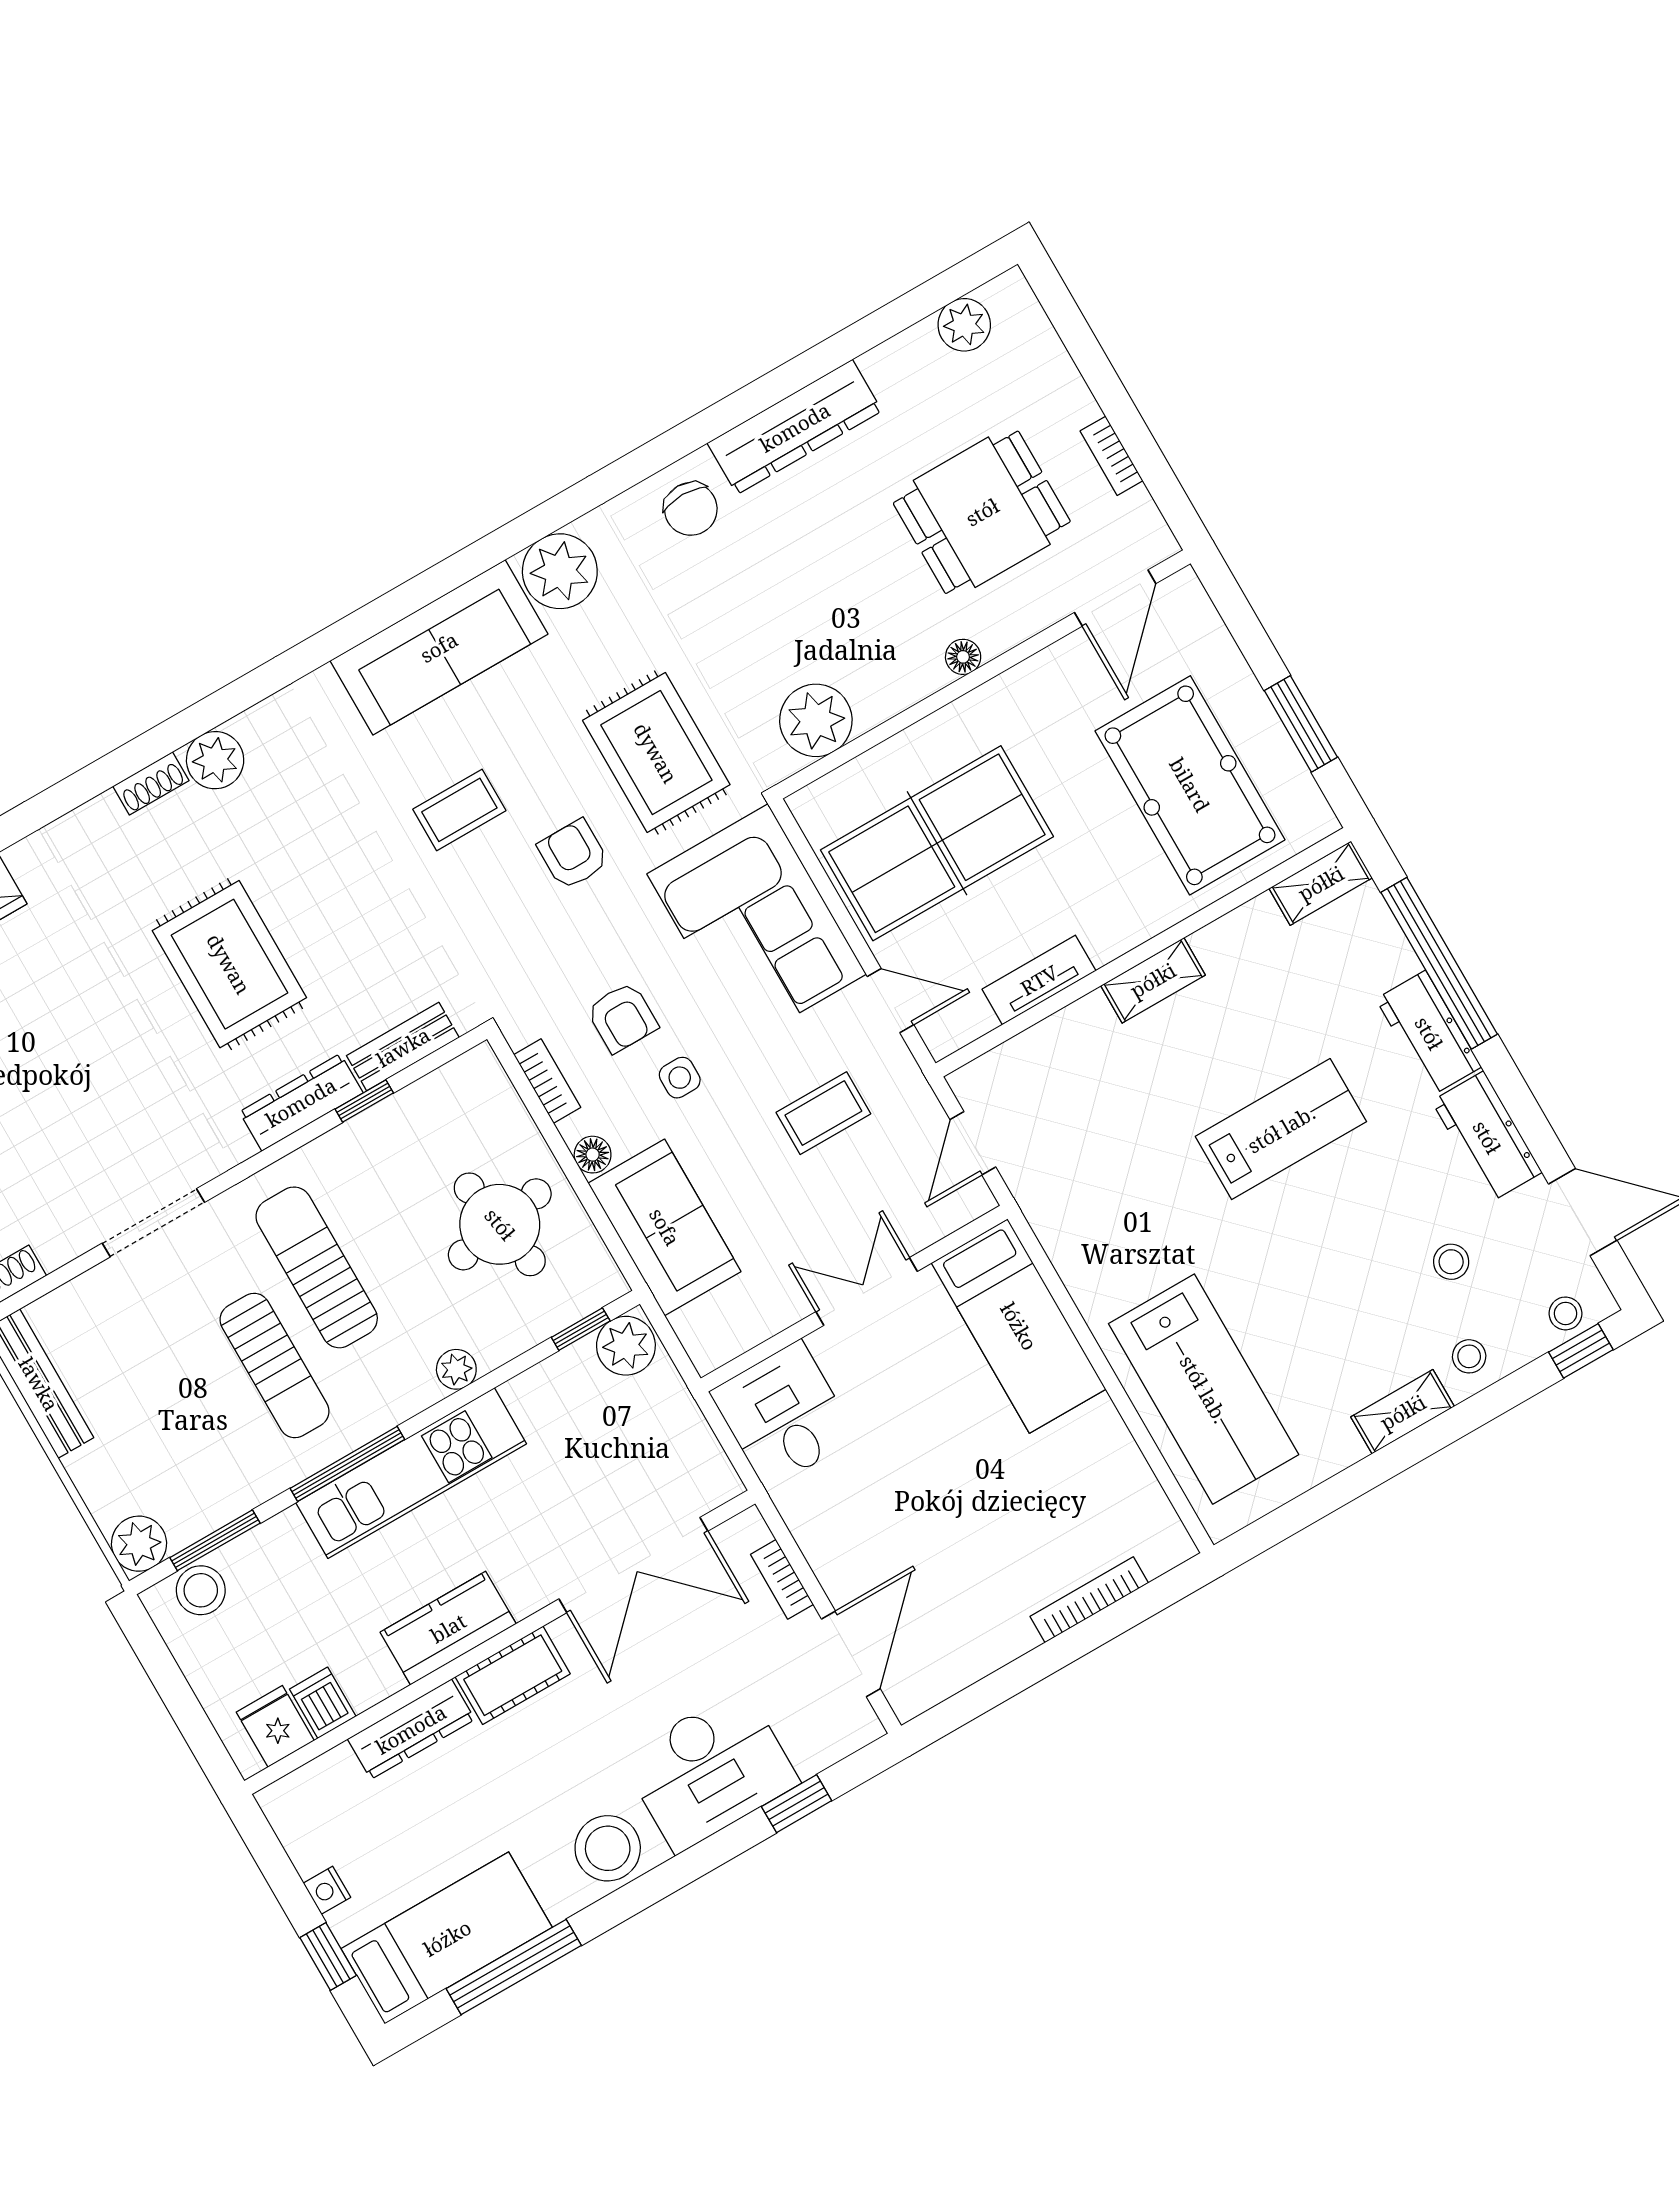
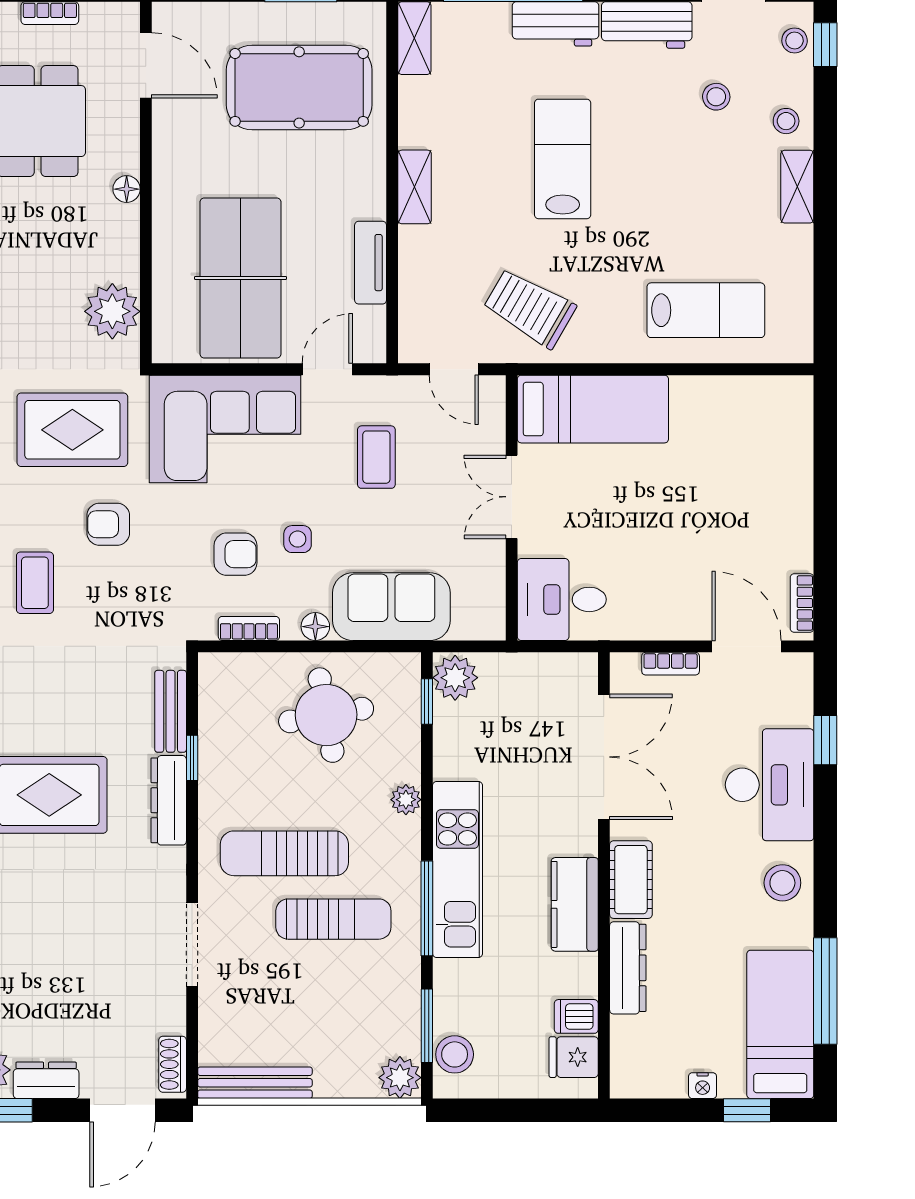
trolley: (1091, 1189) -> (530, 308), added
lab bench: (1204, 1389) -> (706, 310), width x0.73, depth x0.72
bookcase: (1089, 1600) -> (802, 603), moved, width x0.64
stool: (608, 1848) -> (782, 883), width x0.73, depth x0.73

